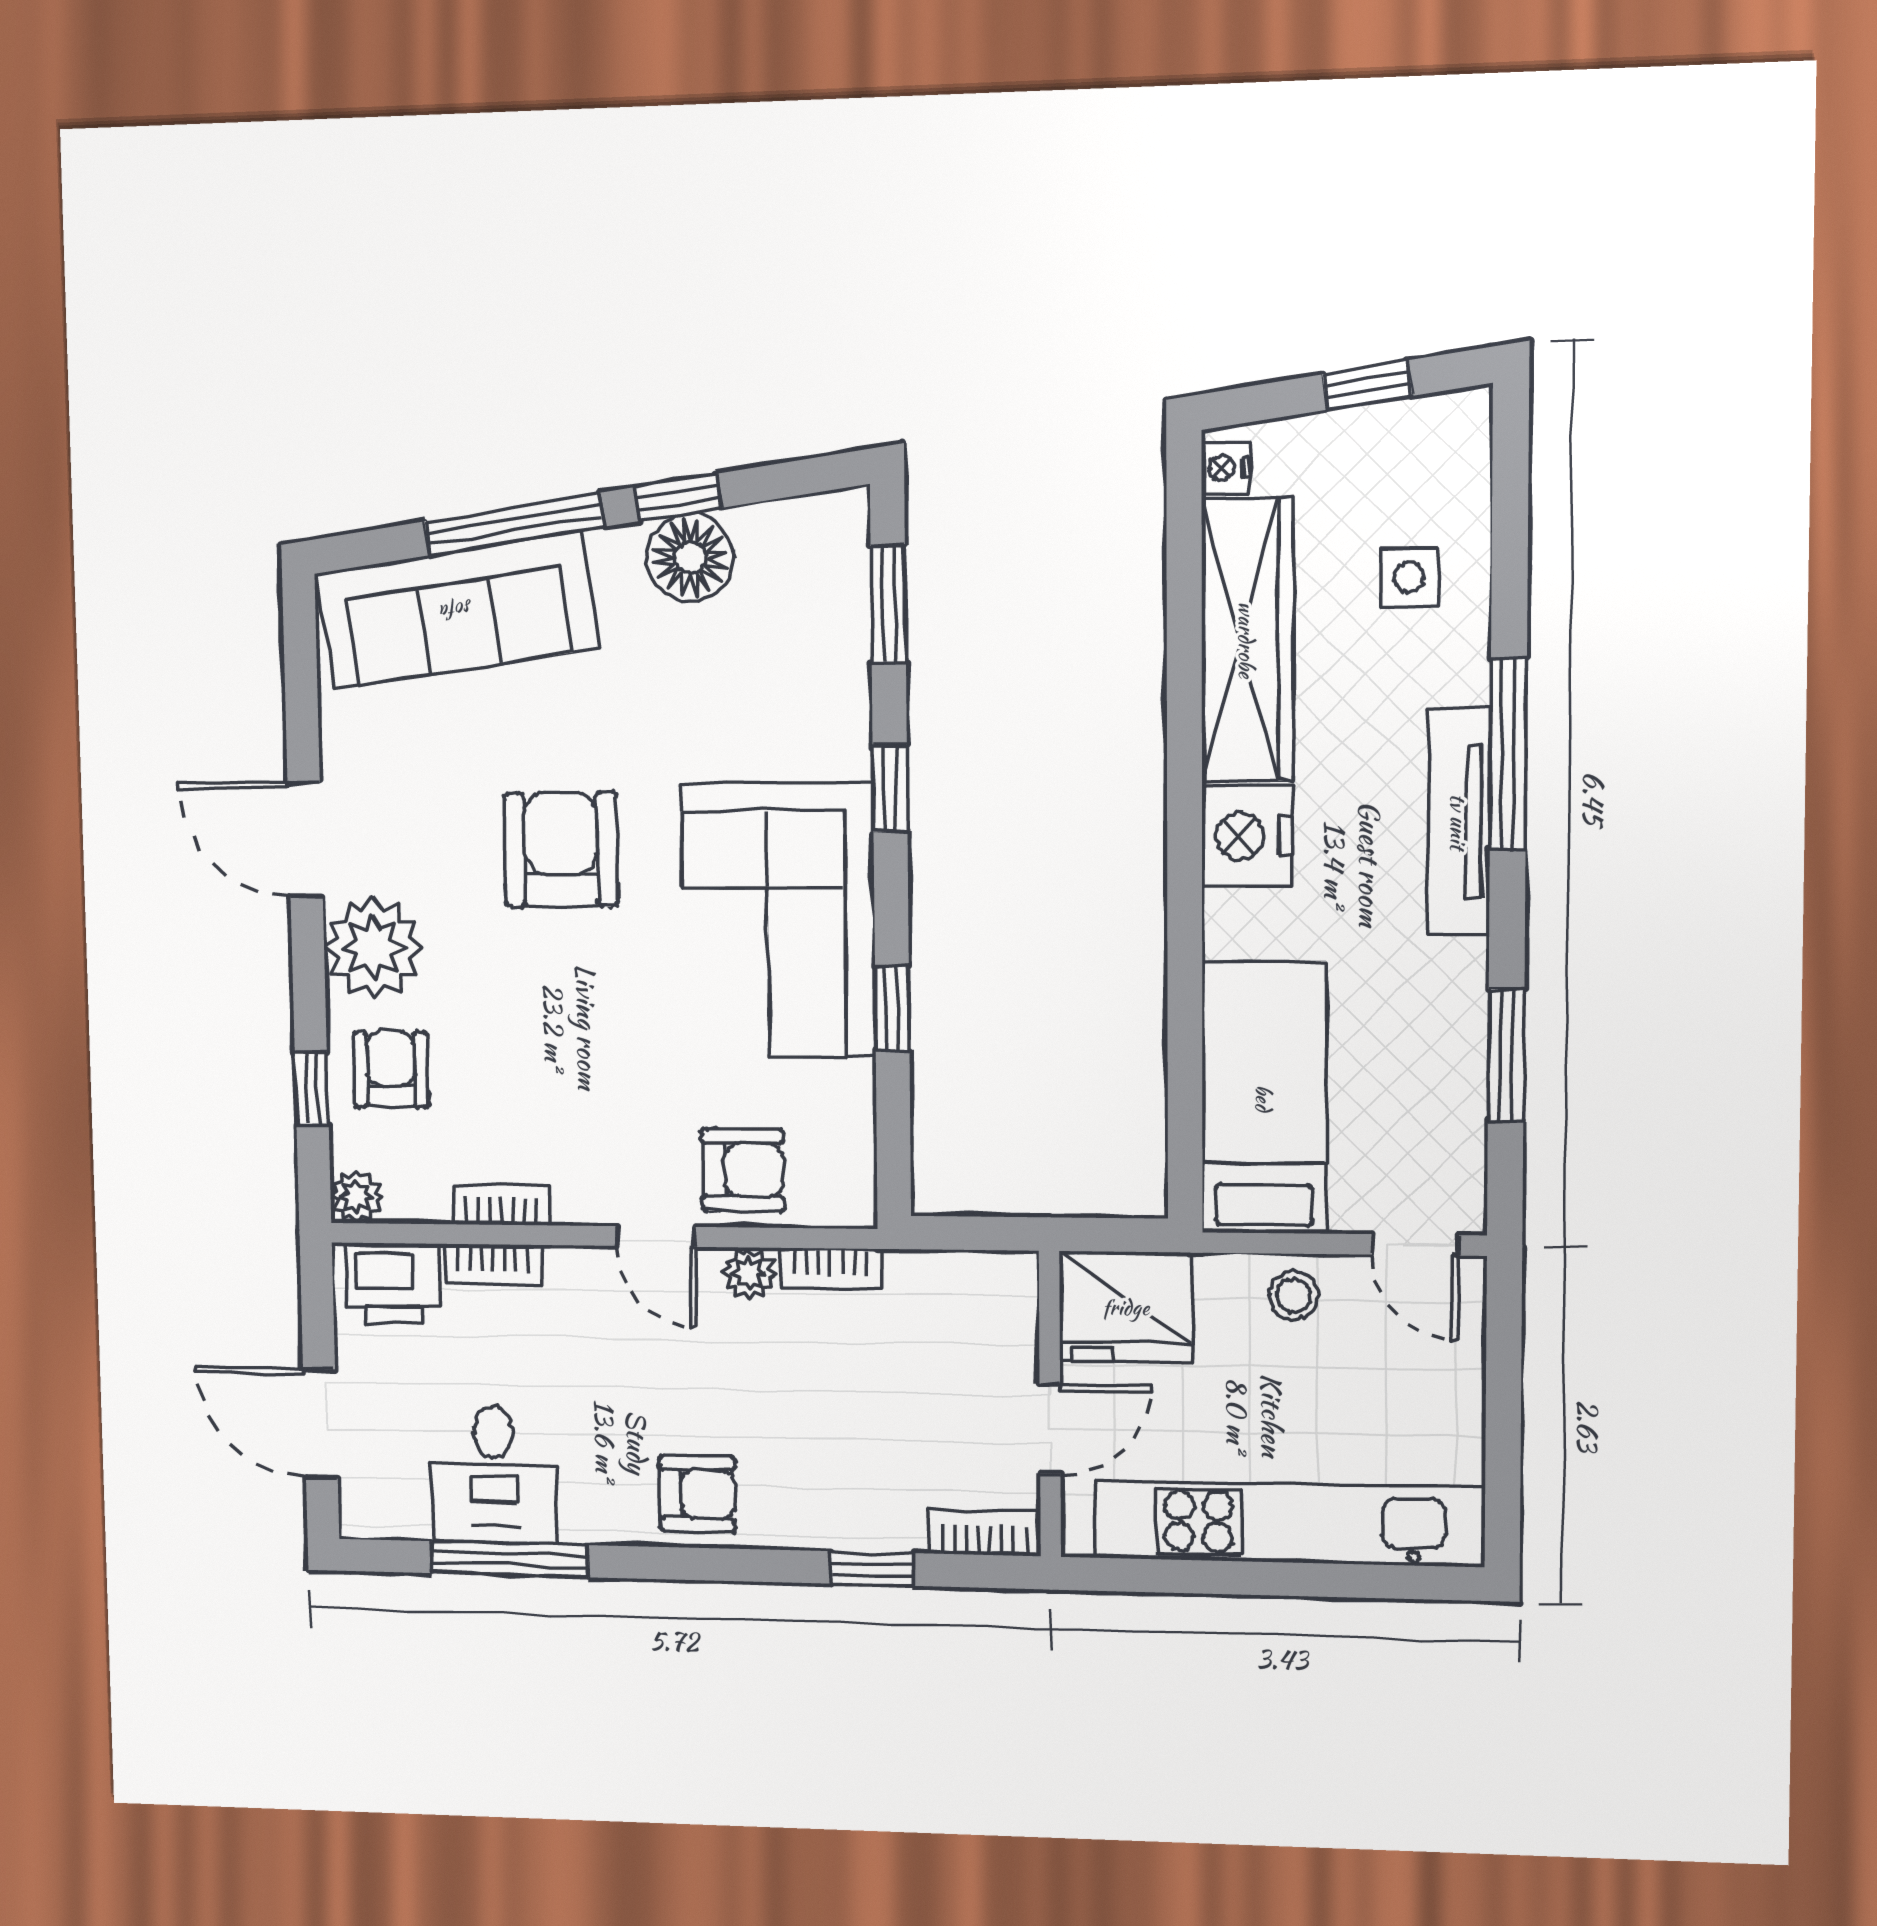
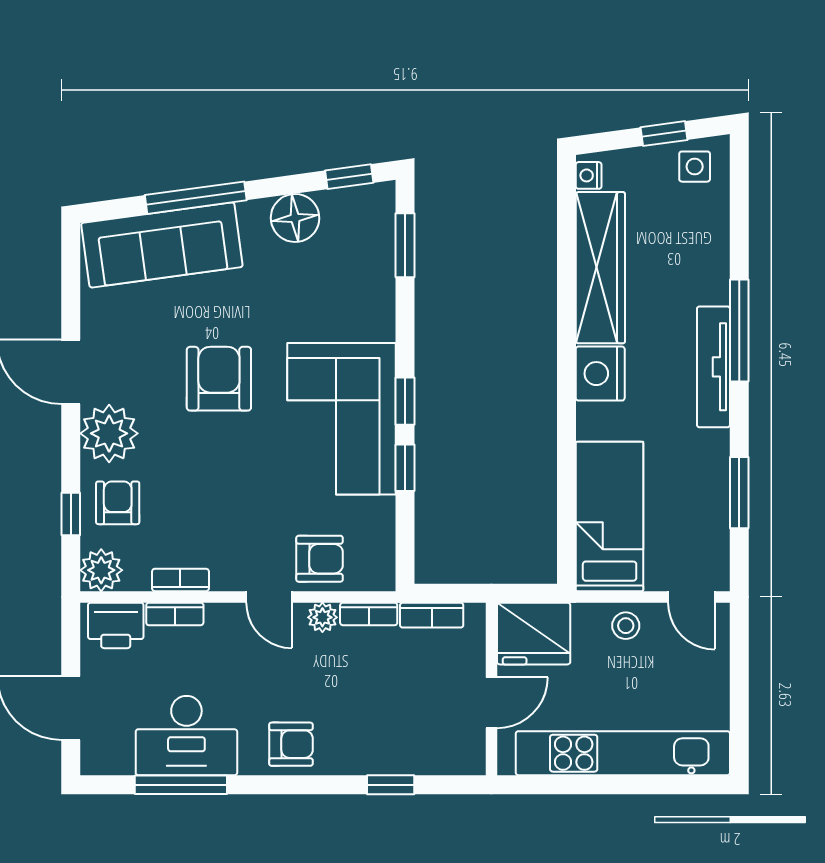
window: (678, 497) -> (349, 177), moved
side table: (1409, 577) -> (695, 167), moved
window: (890, 788) -> (405, 401), moved
plant: (356, 1197) -> (101, 570), width x1.38, depth x1.38
desk: (494, 1475) -> (186, 736), width x1.37
bookcase: (984, 1533) -> (432, 615), moved, turned 180

